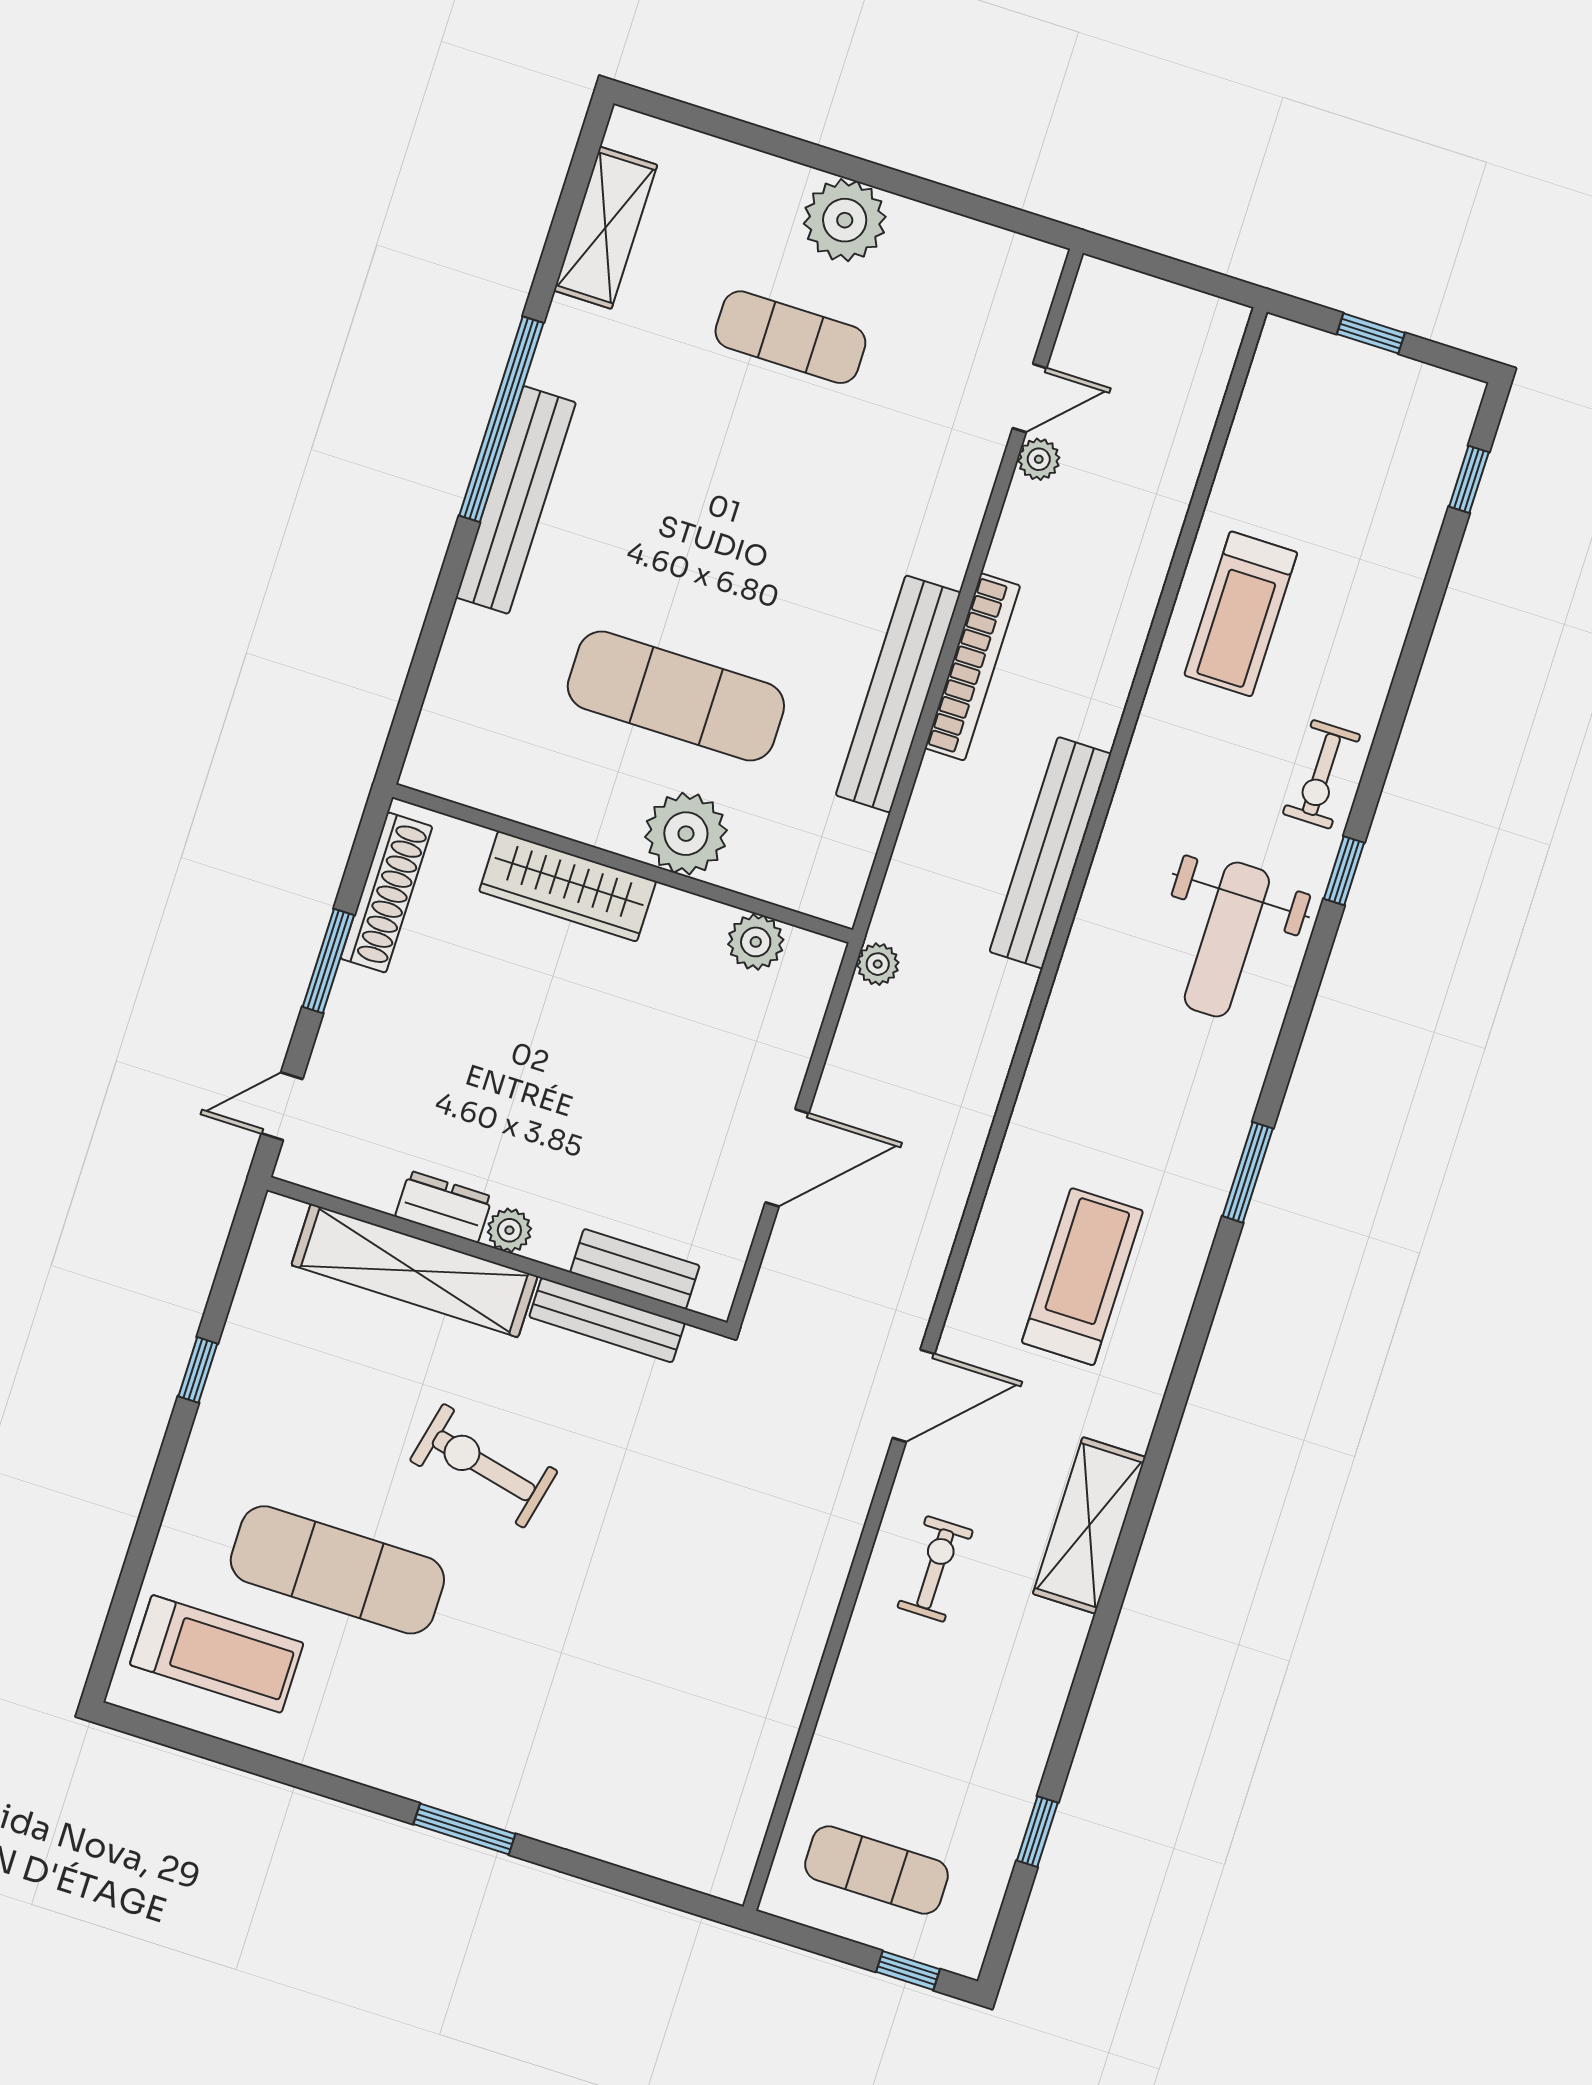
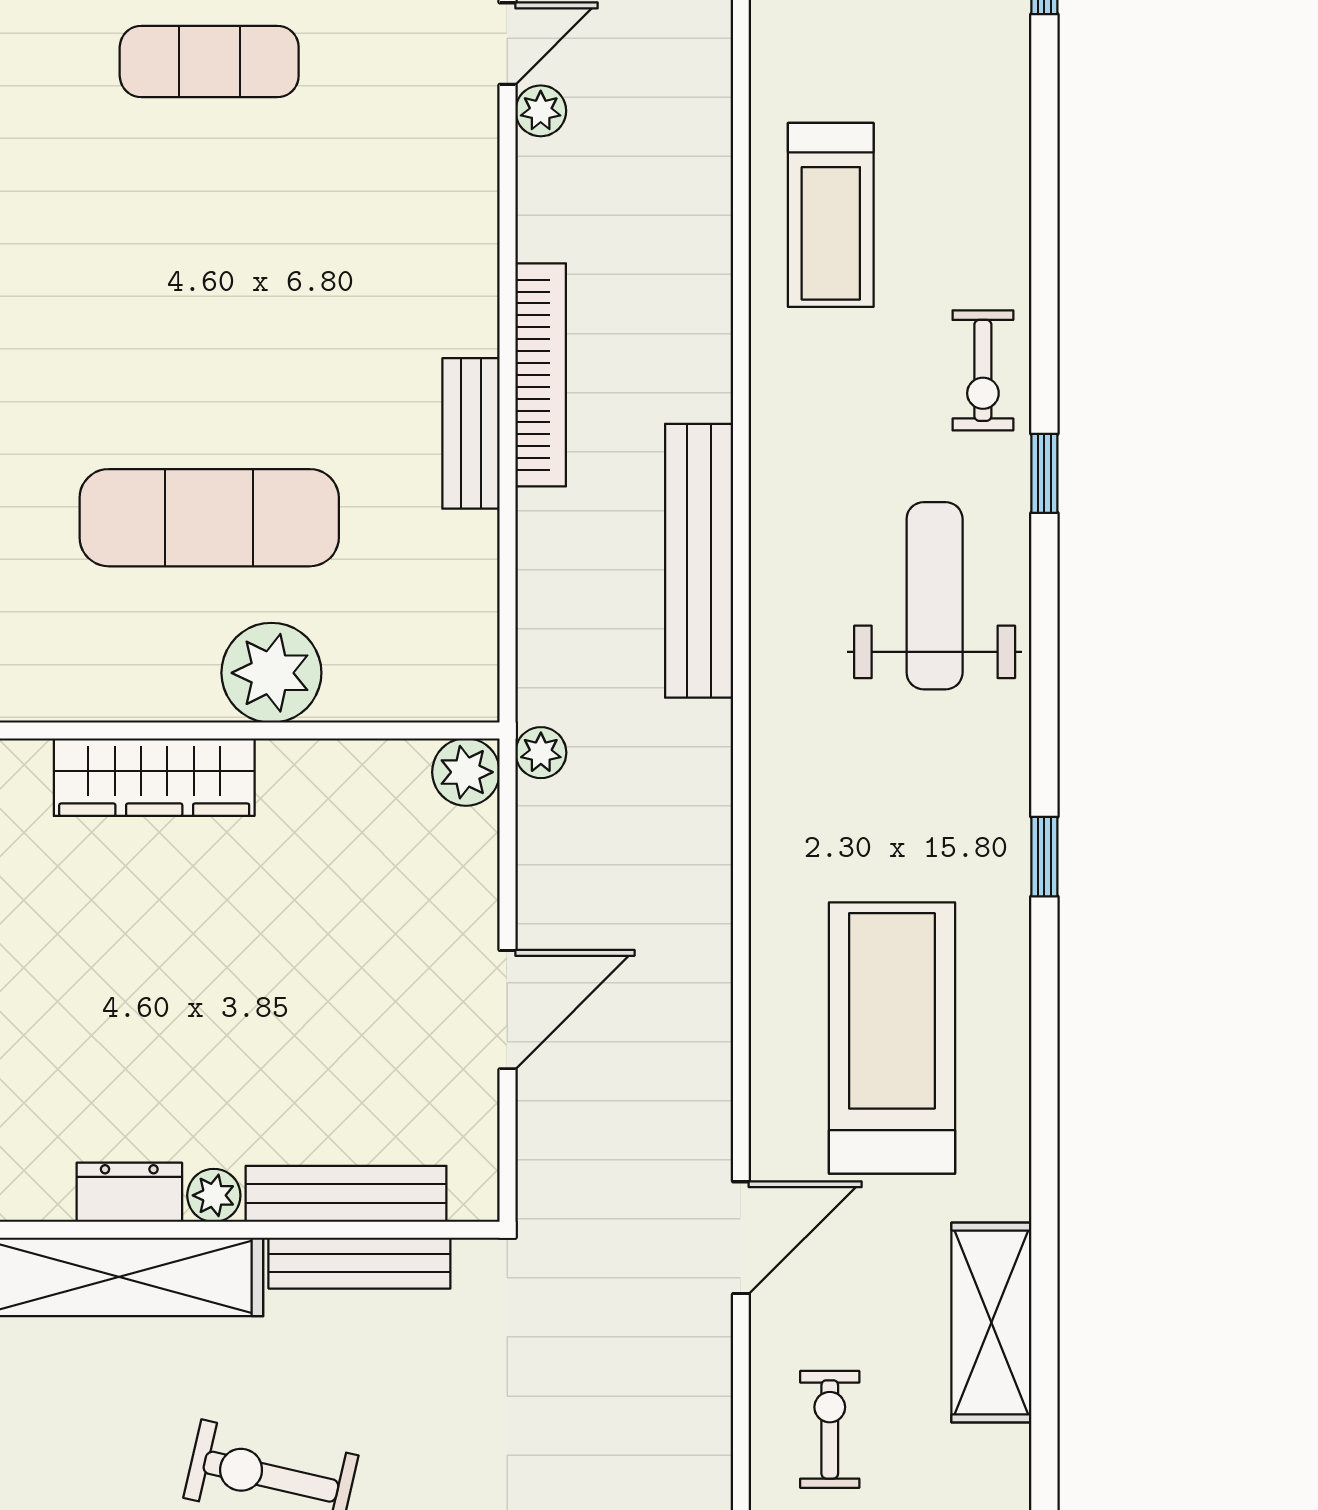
bench: (898, 694) -> (471, 433), width x0.54, depth x0.82
weight bench: (1227, 940) -> (935, 596), turned 180
plant: (756, 942) -> (466, 772), moved
window: (1248, 1172) -> (1044, 857), width x0.67
bench: (635, 1269) -> (346, 1194), width x1.36
treadmill: (1082, 1277) -> (892, 1038), width x1.37, depth x1.38

